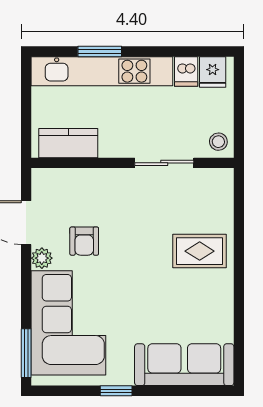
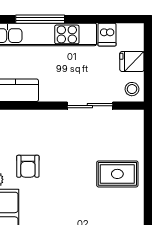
window: (100, 52) -> (40, 19), width x1.44
fridge: (213, 72) -> (132, 62), moved, turned 90

